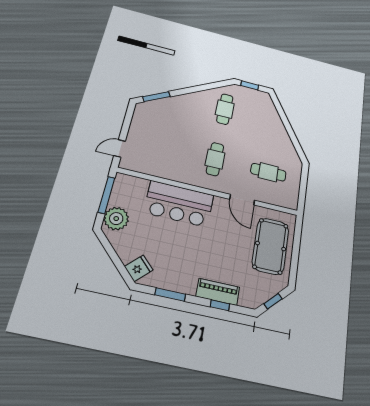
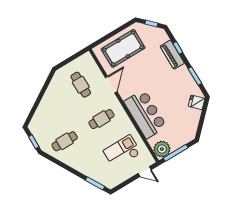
checkout: (162, 147) -> (122, 152), added
plant: (116, 219) -> (162, 149), moved

